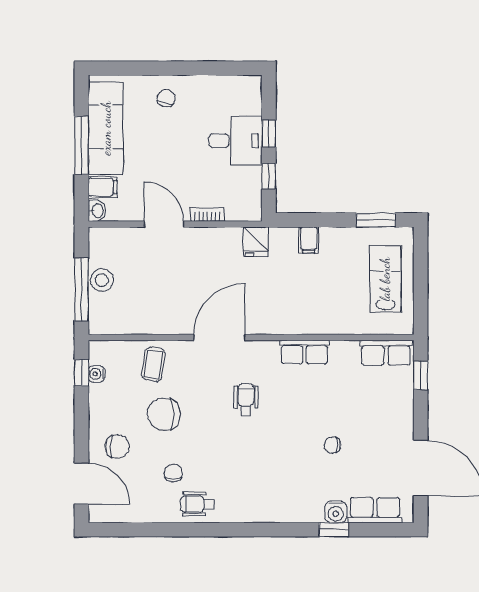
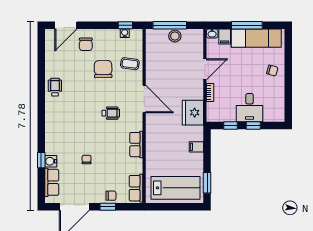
fridge: (256, 242) -> (193, 113), width x1.88, depth x1.34
lab bench: (385, 279) -> (175, 188), width x1.36, depth x1.39
window: (421, 375) -> (108, 207), moved
chair: (173, 473) -> (111, 196), moved

